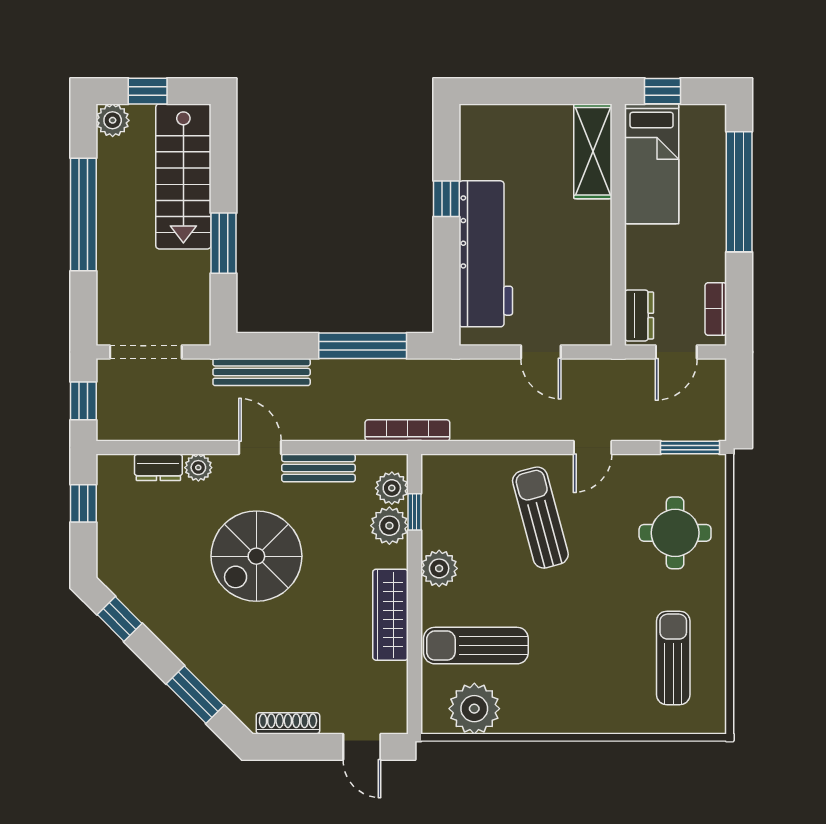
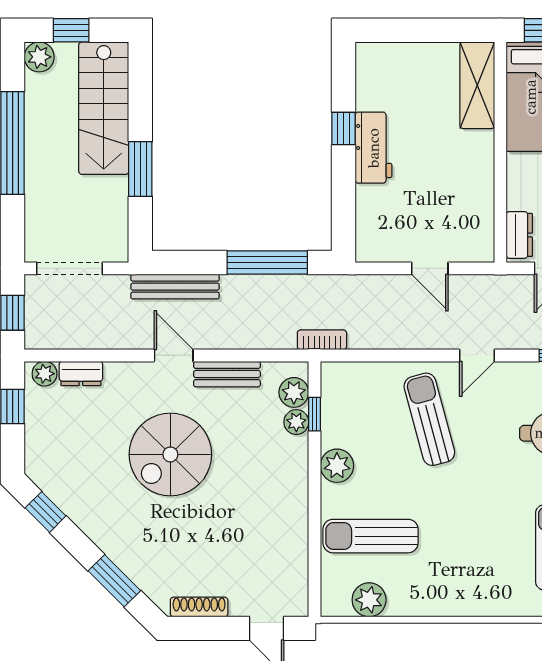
workbench: (486, 254) -> (374, 148), width x0.53, depth x0.76
bookcase: (407, 430) -> (322, 340), width x0.64
plant: (198, 468) -> (45, 374), moved
plant: (389, 526) -> (296, 422), width x0.73, depth x0.73
wardrobe: (390, 615) -> (293, 508), removed
plant: (474, 709) -> (369, 600), width x0.73, depth x0.73

